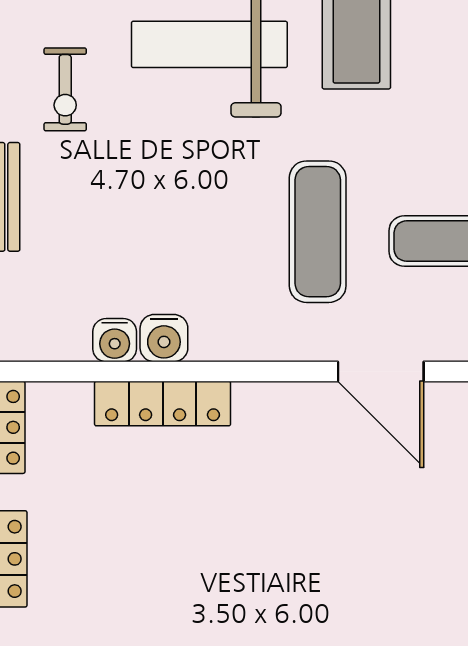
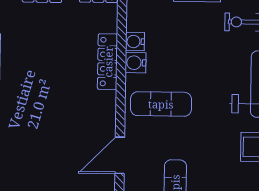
exercise mat: (318, 232) -> (161, 104), moved

